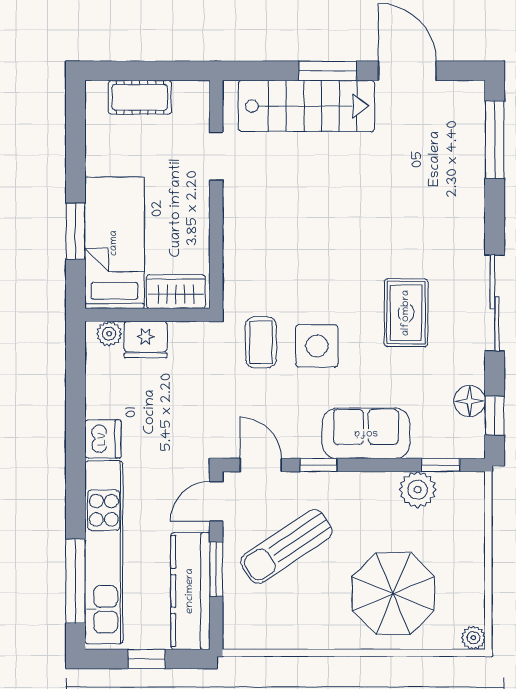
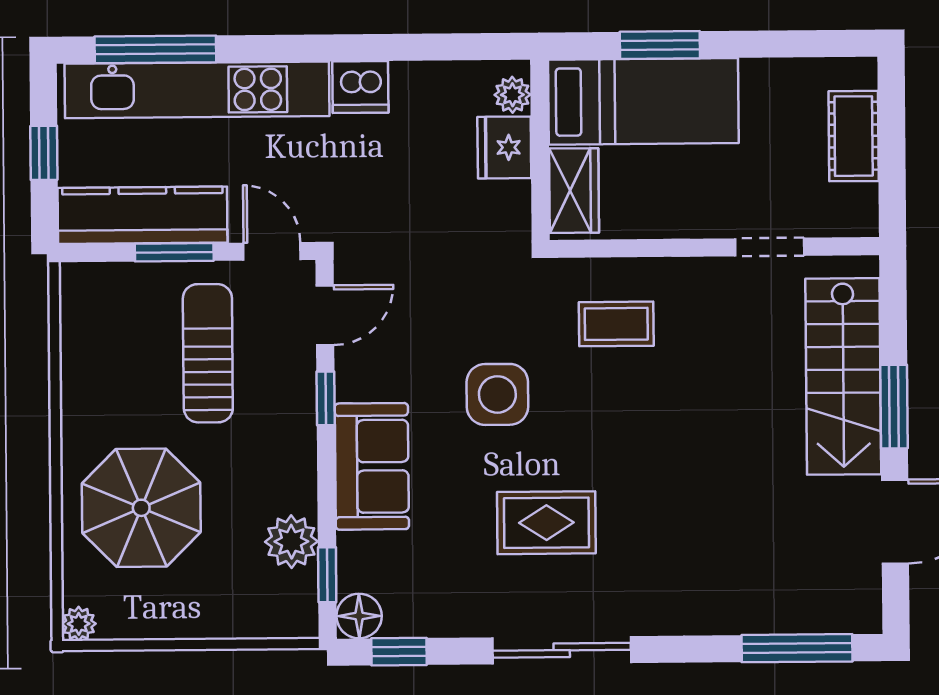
coffee table: (261, 342) -> (616, 324), moved
floor lamp: (470, 401) -> (359, 616), moved
sun lounger: (286, 546) -> (208, 353), turned 34

